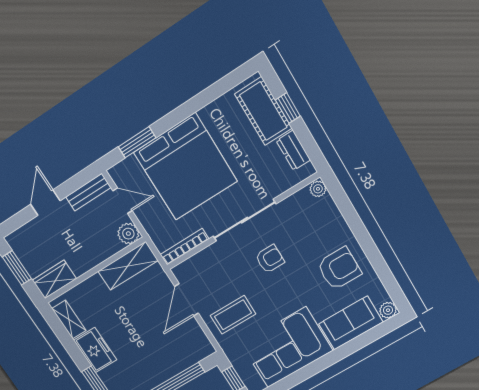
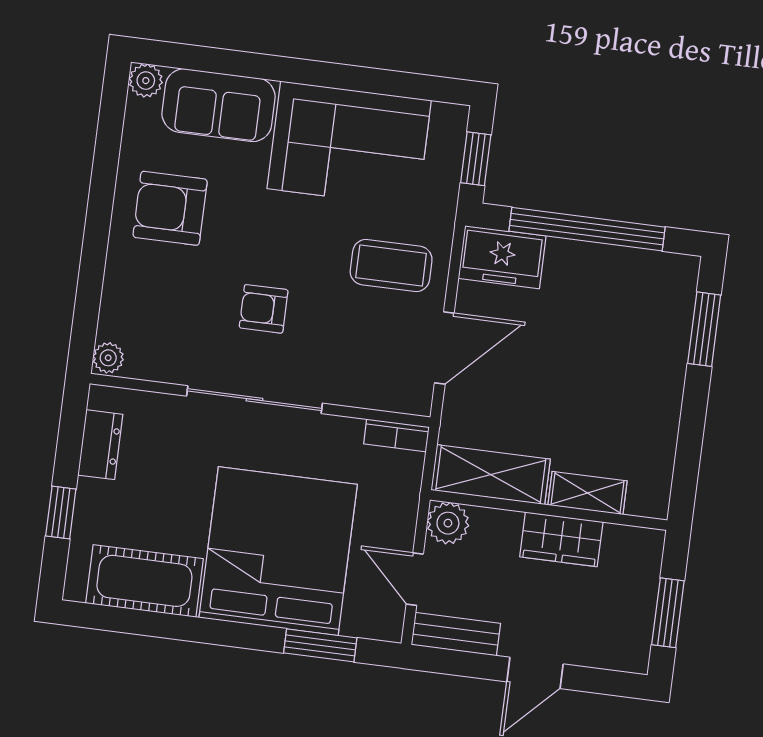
cot: (263, 111) -> (144, 581), moved, turned 90
bookcase: (184, 247) -> (396, 435), width x0.64
wardrobe: (54, 279) -> (561, 539), moved
shelving: (69, 319) -> (587, 493), moved, turned 90
freezer: (95, 350) -> (502, 257), moved, turned -90

